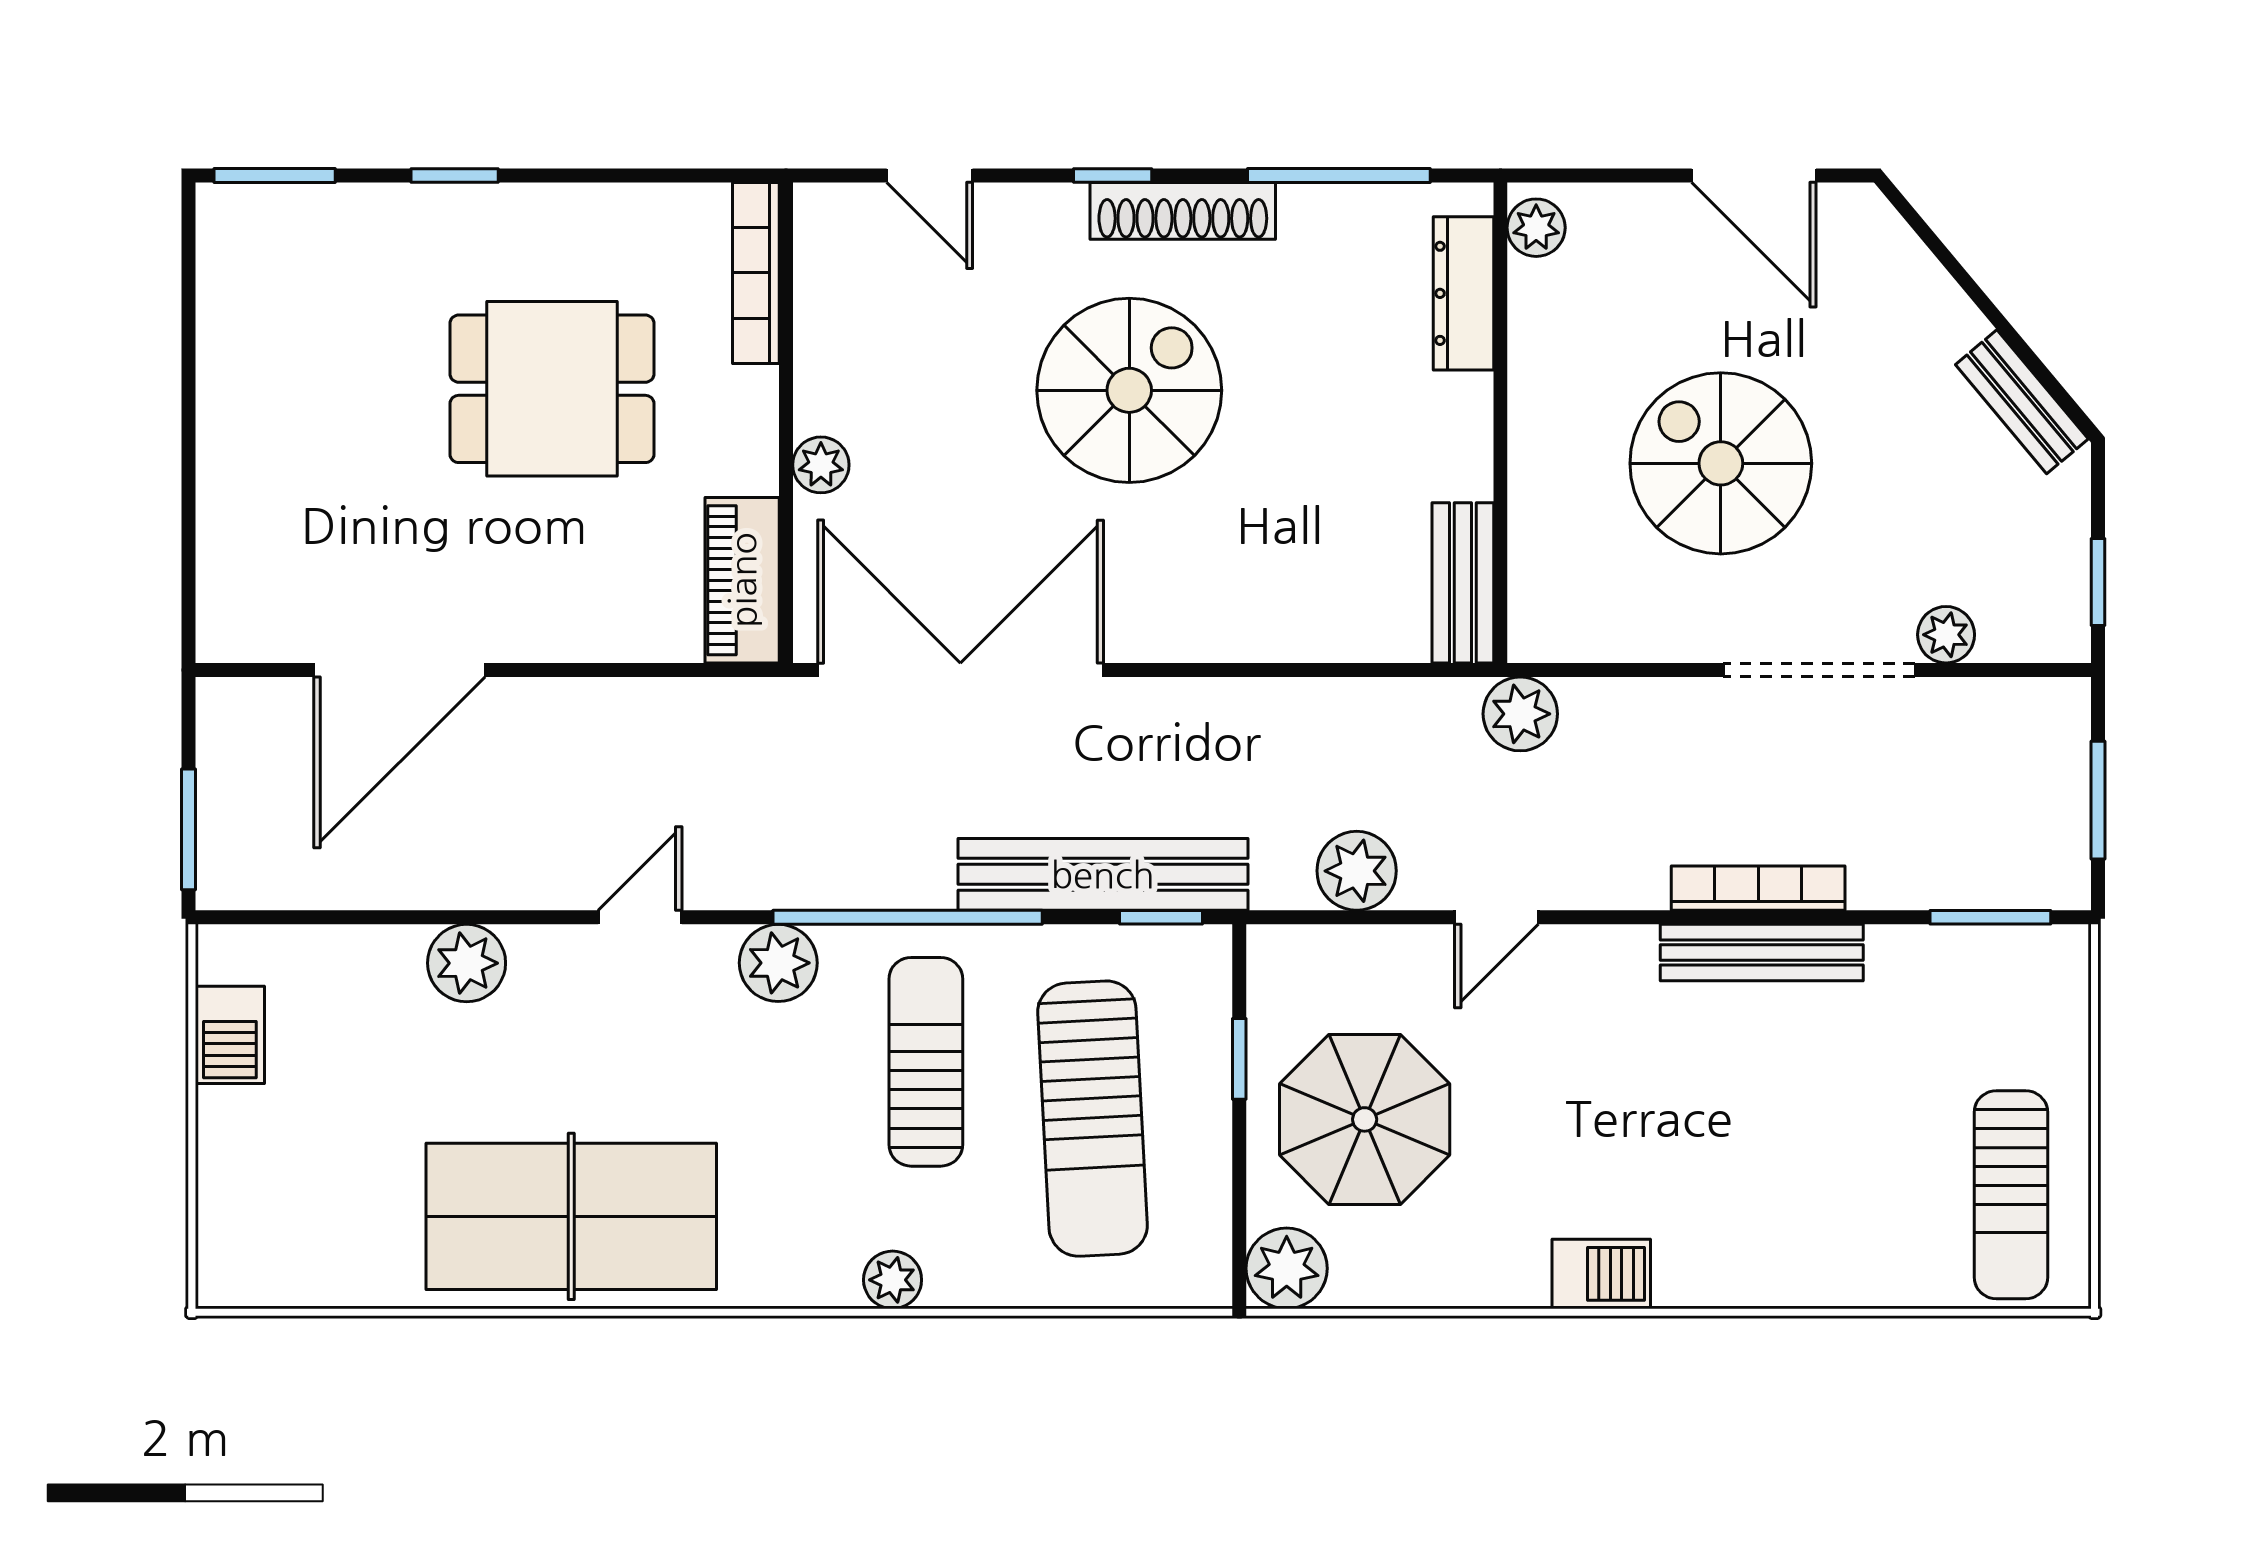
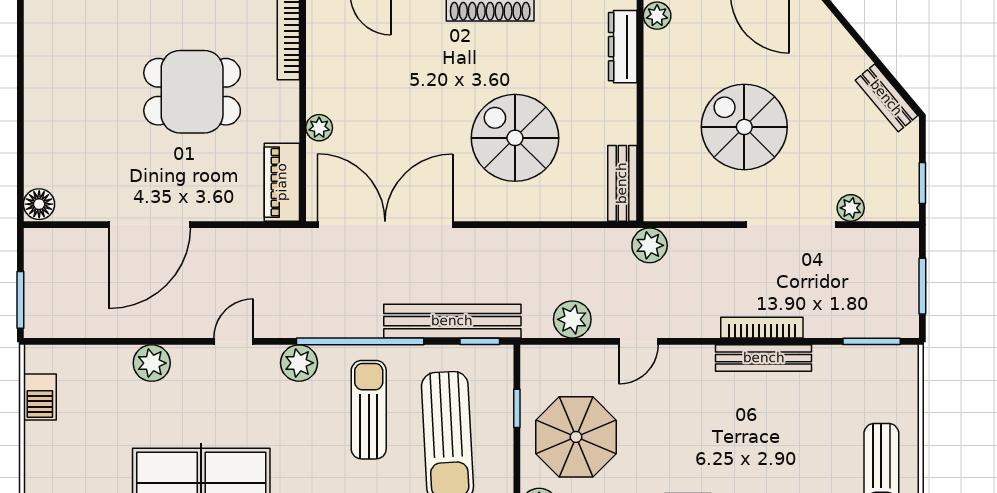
spiral stairs: (1129, 390) -> (515, 138), moved, turned -90
floor lamp: (228, 627) -> (39, 204), added
door: (400, 670) -> (150, 225), moved

